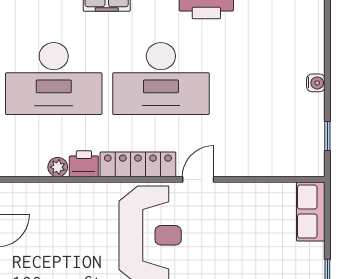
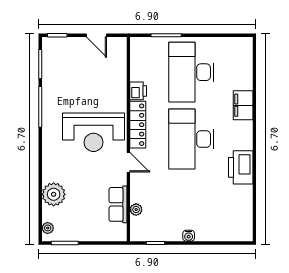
plant: (58, 167) -> (136, 210), moved
row of seats: (311, 211) -> (118, 204), moved, turned -90

